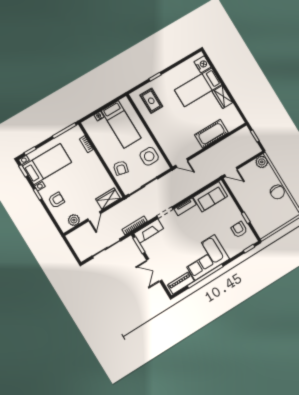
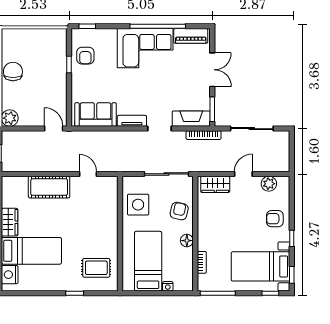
rug: (151, 101) -> (96, 268), turned 90
floor lamp: (104, 152) -> (187, 241), added
door: (182, 163) -> (88, 174), moved

